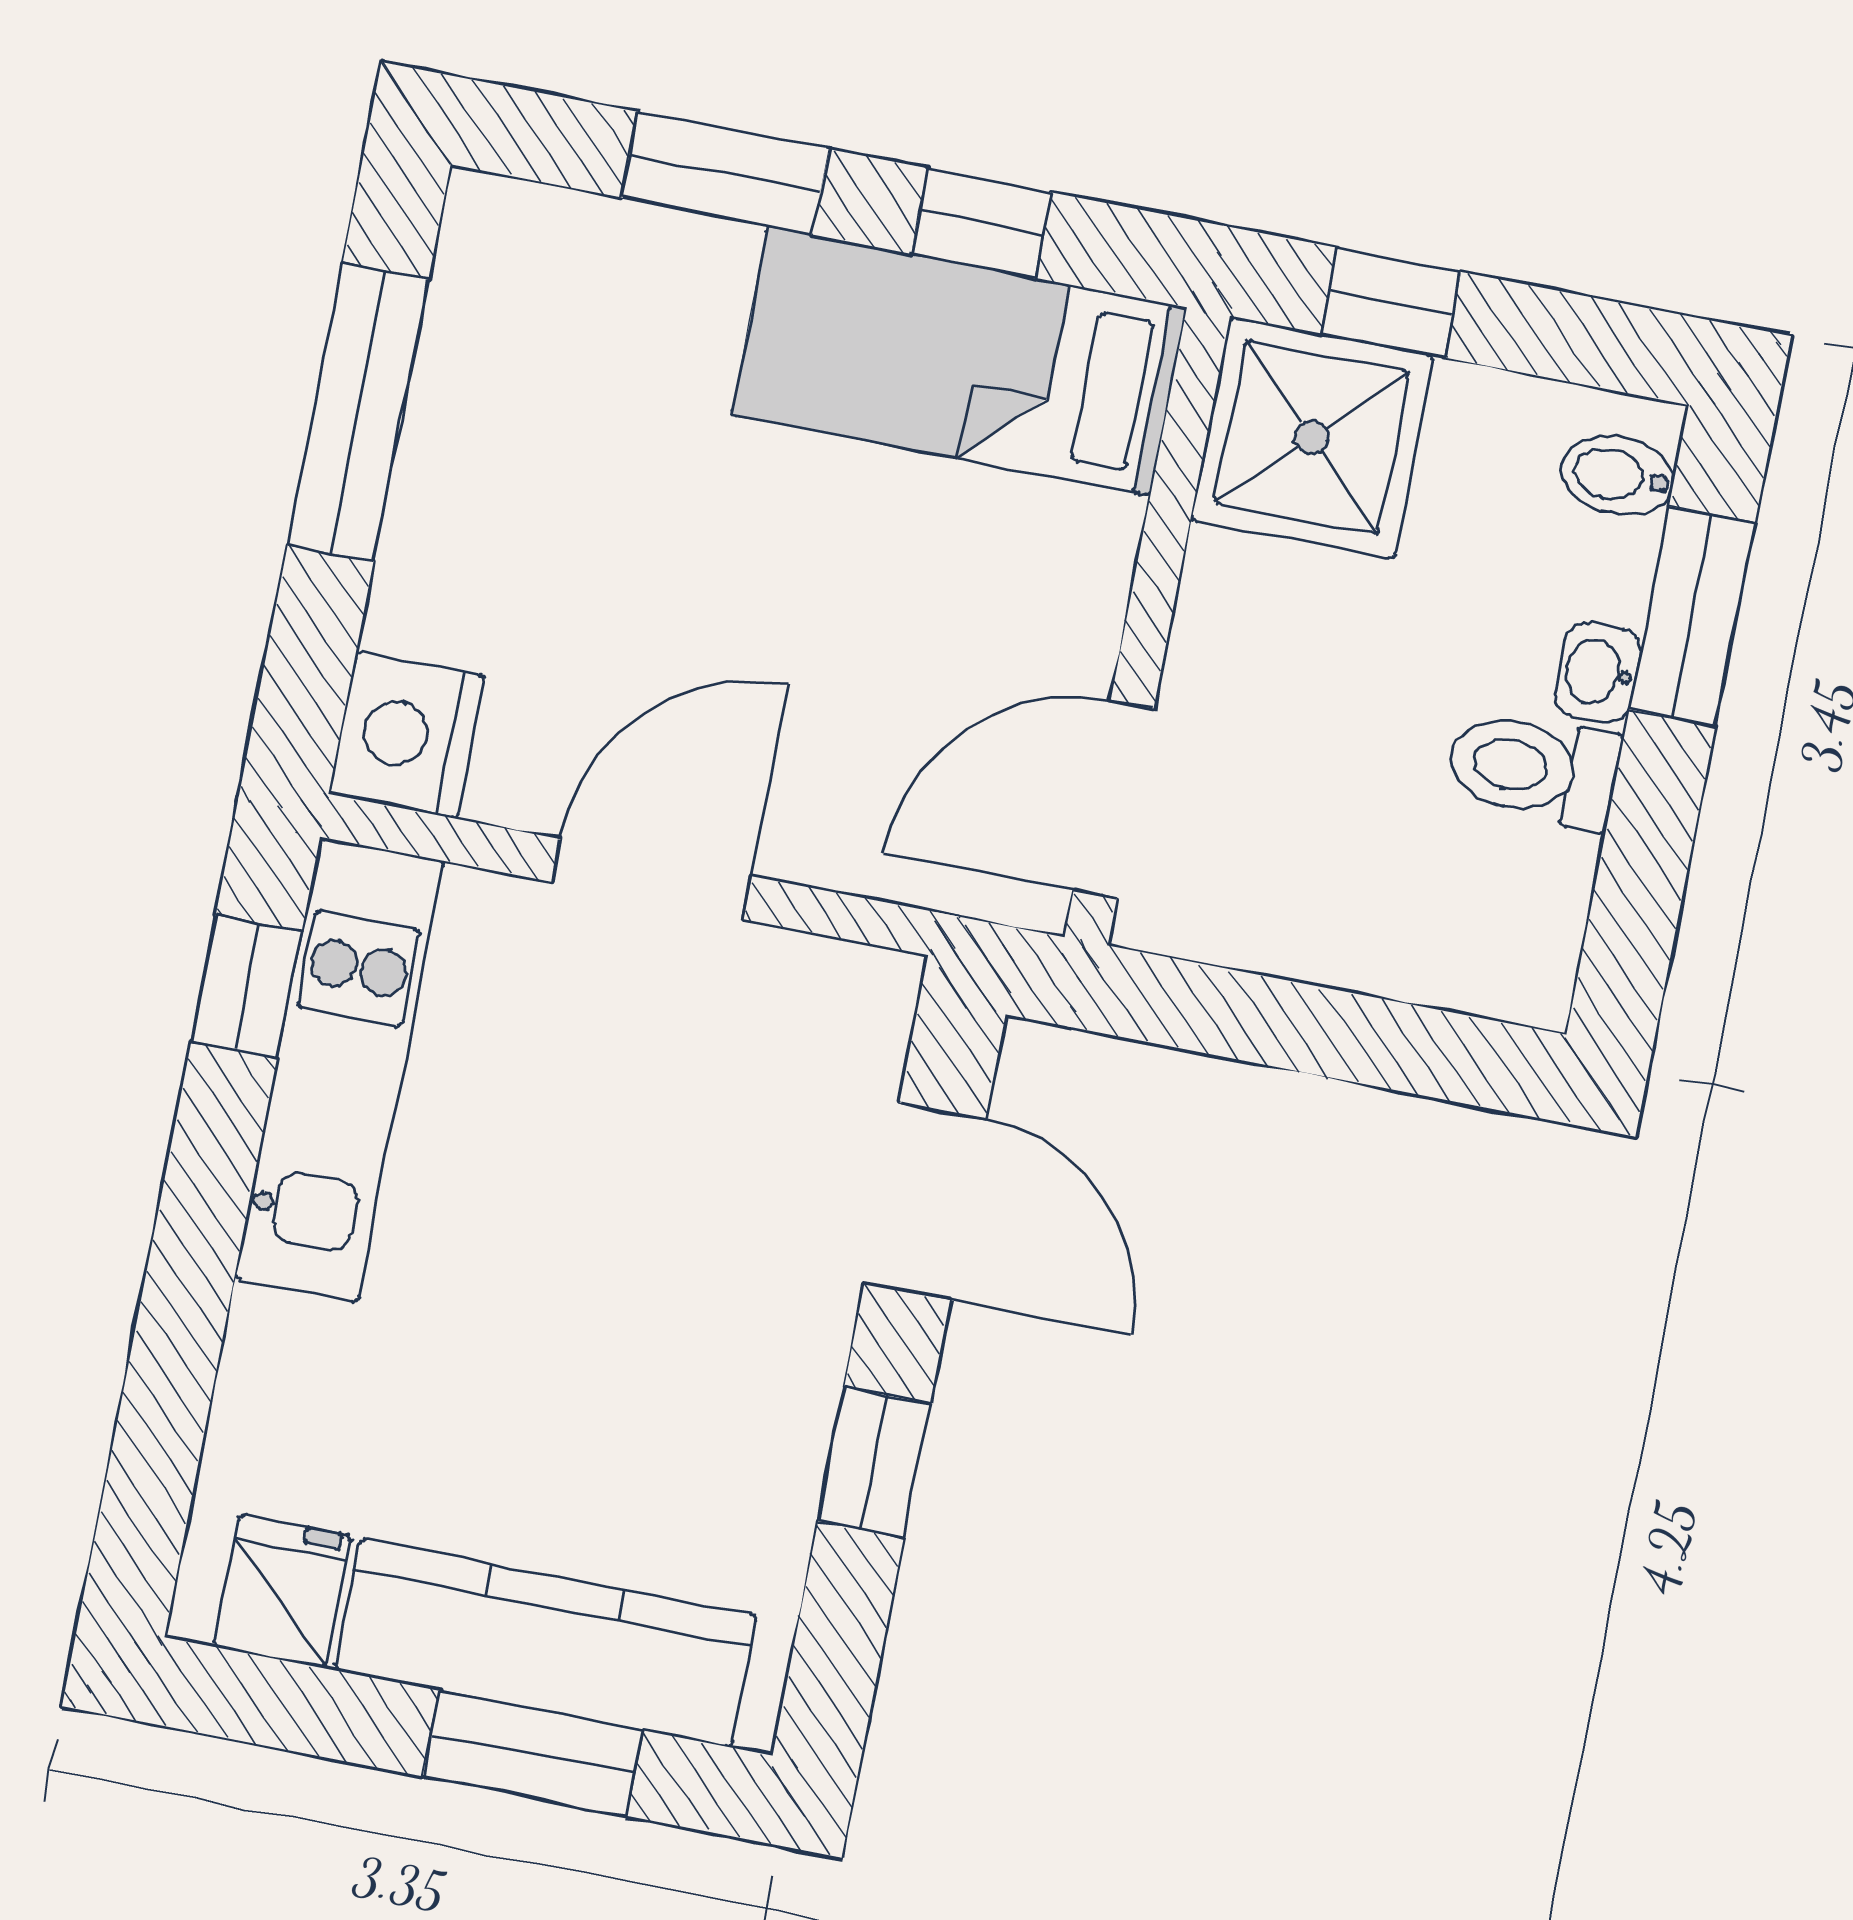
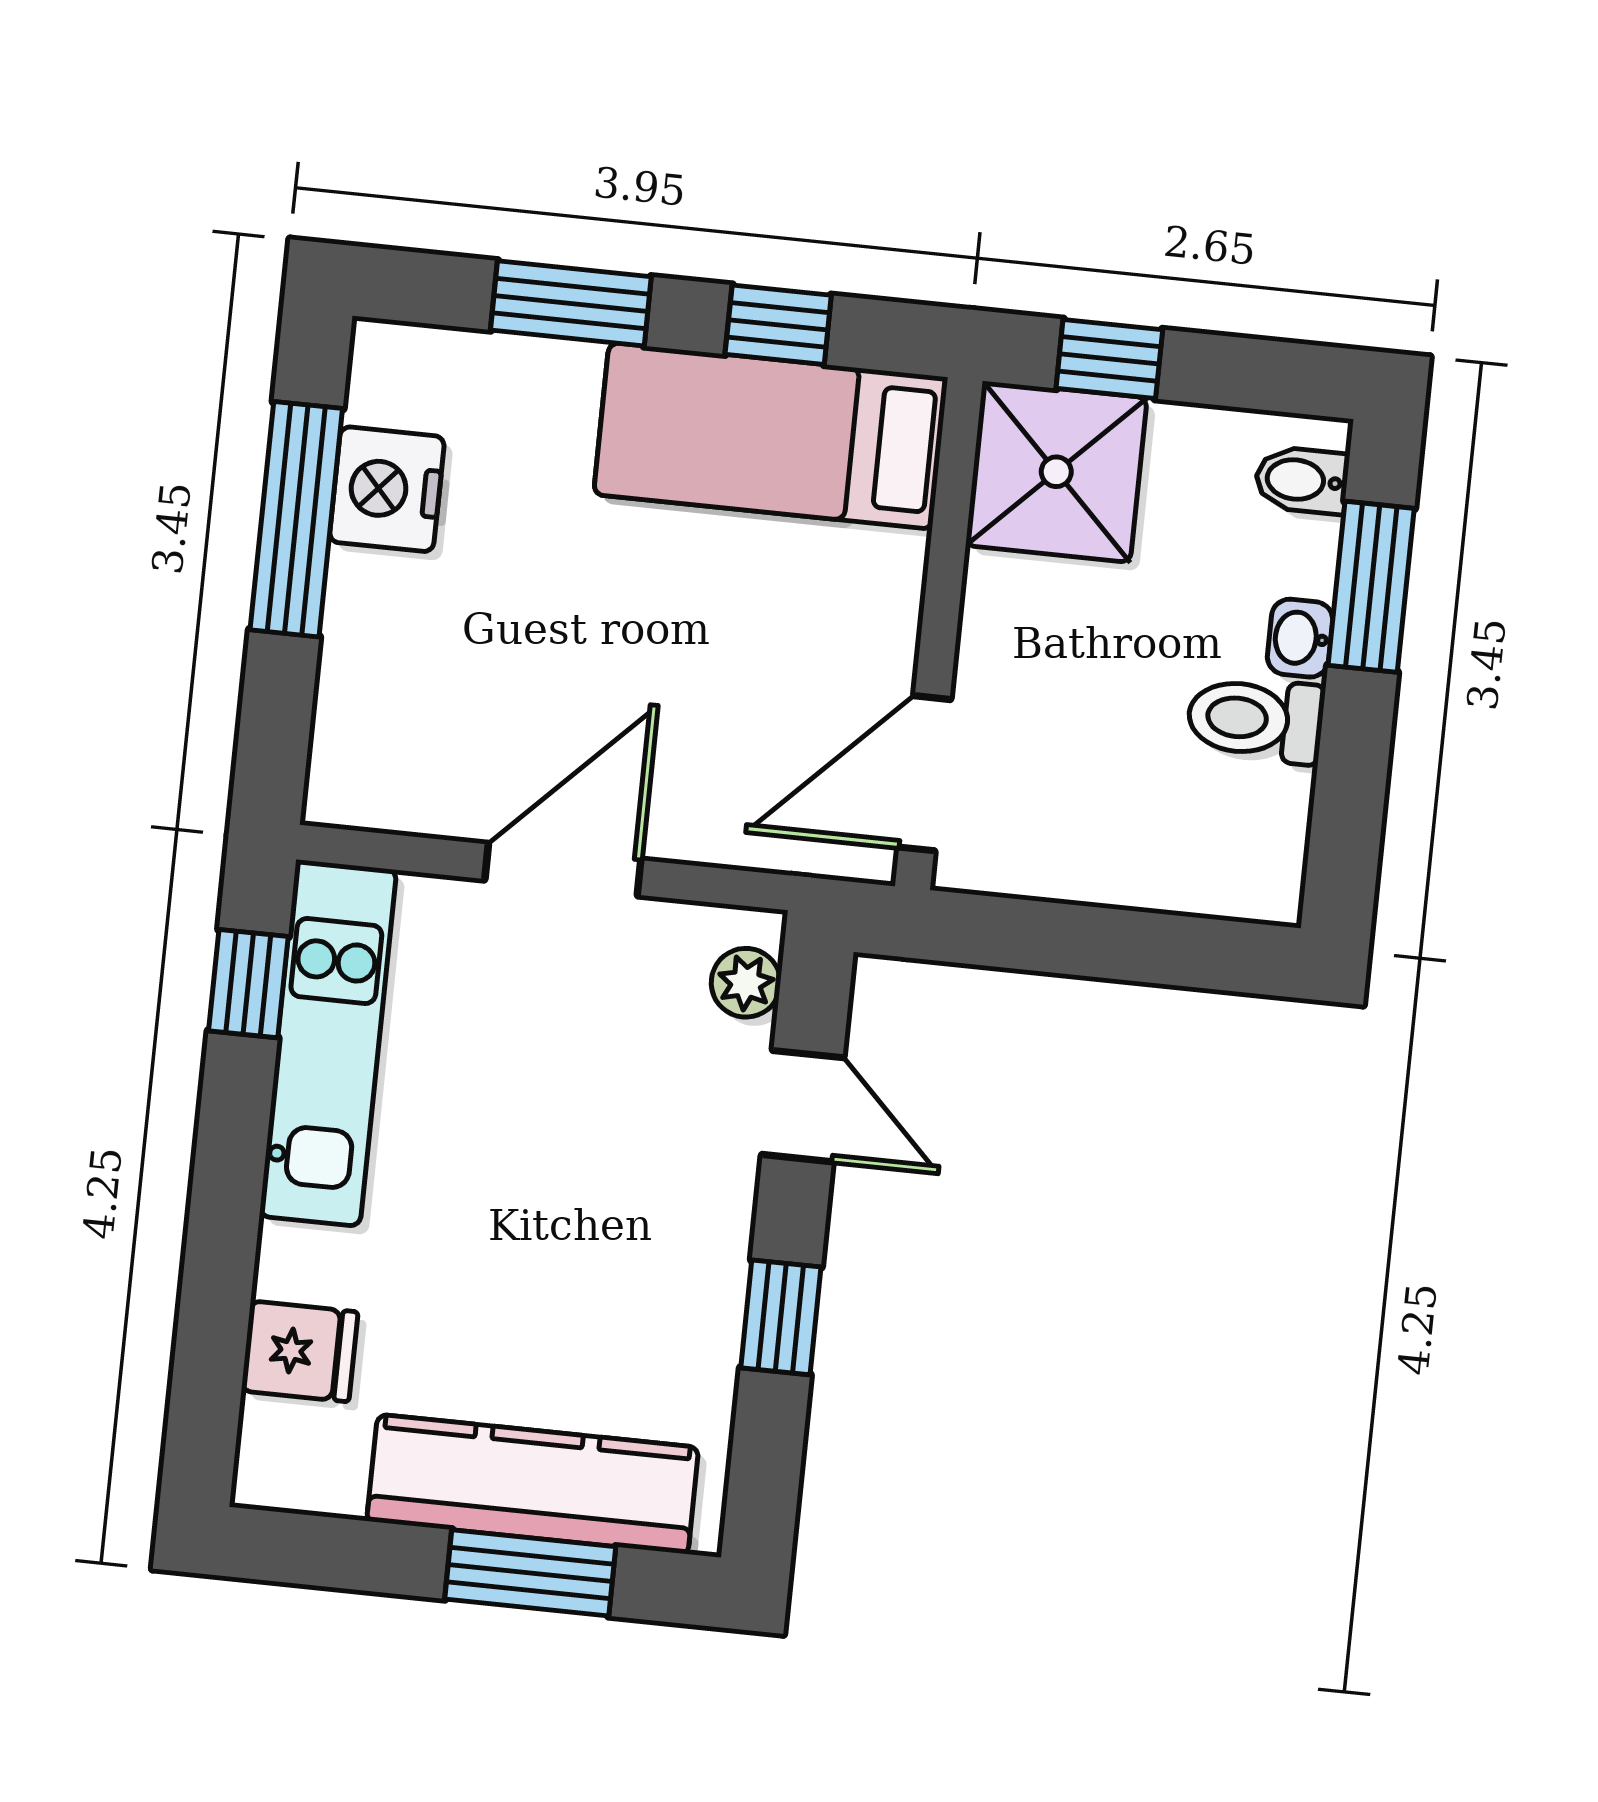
nightstand: (406, 735) -> (387, 489), moved
plant: (868, 1041) -> (746, 983), added
door: (925, 1201) -> (803, 1106), width x0.73
fridge: (283, 1591) -> (300, 1351), moved, turned 90

